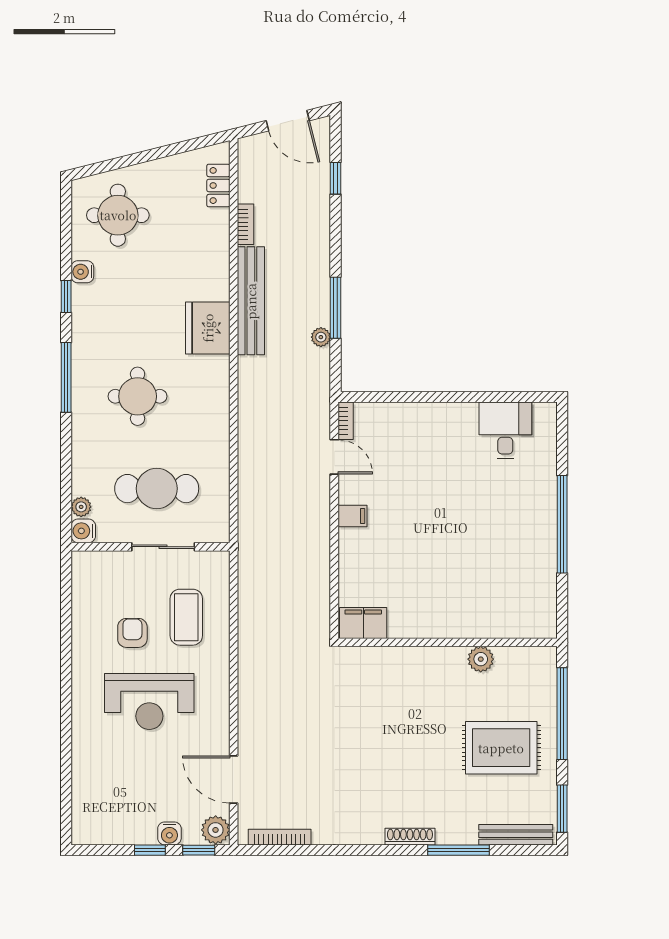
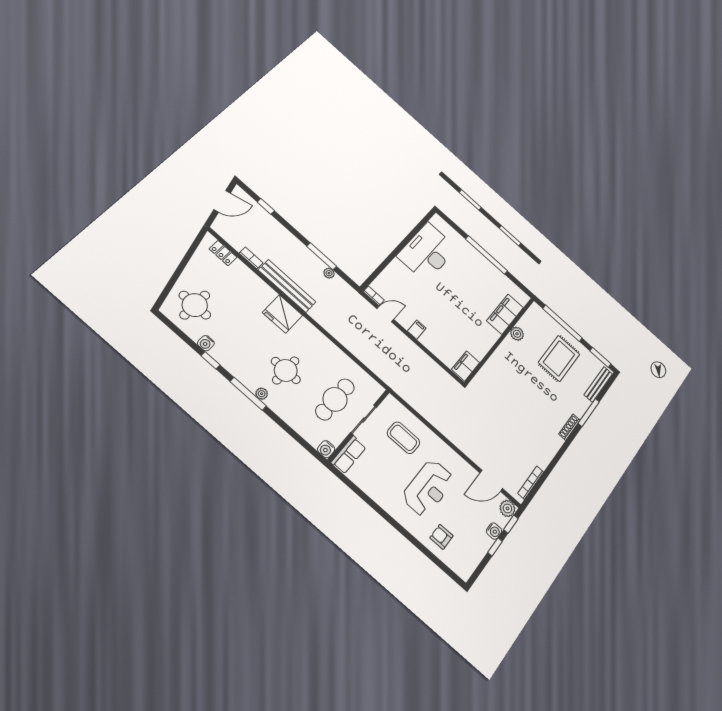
desk: (505, 430) -> (427, 252), width x1.87, depth x1.30
plant: (81, 507) -> (262, 394), moved
row of seats: (101, 565) -> (349, 455), added
filing cabinet: (495, 620) -> (505, 314), added
armchair: (132, 633) -> (441, 537), moved

